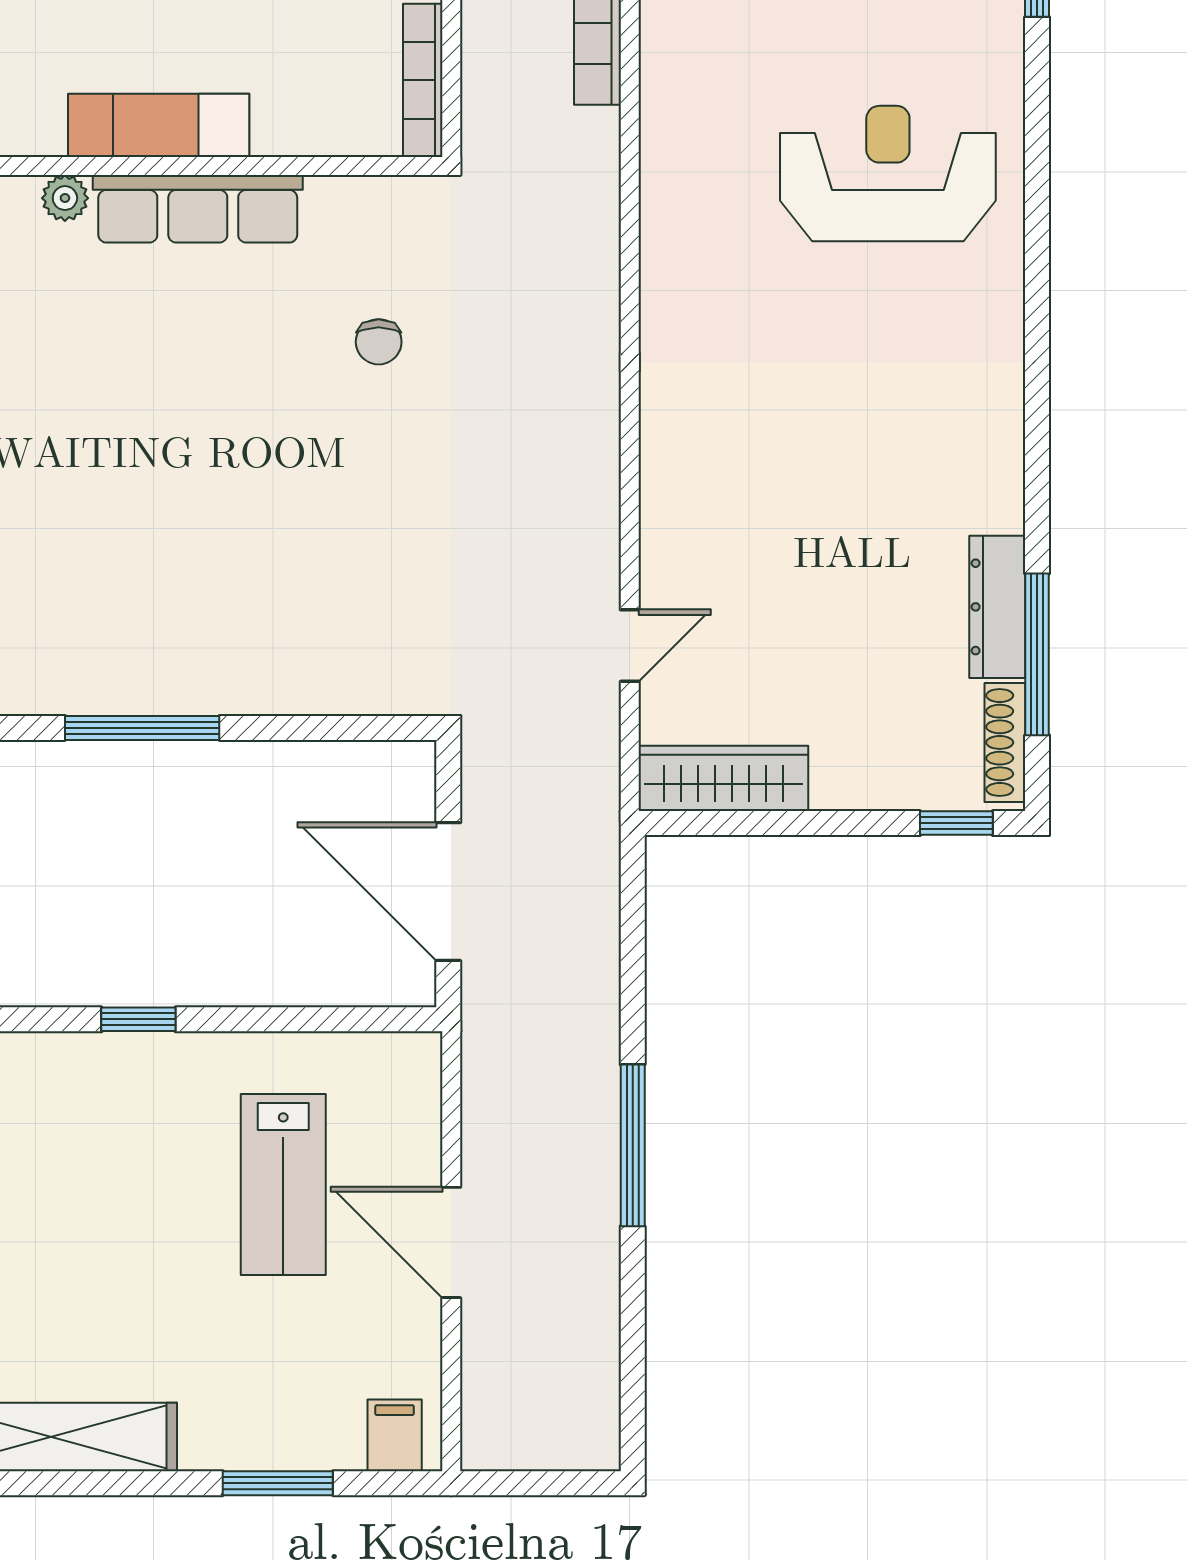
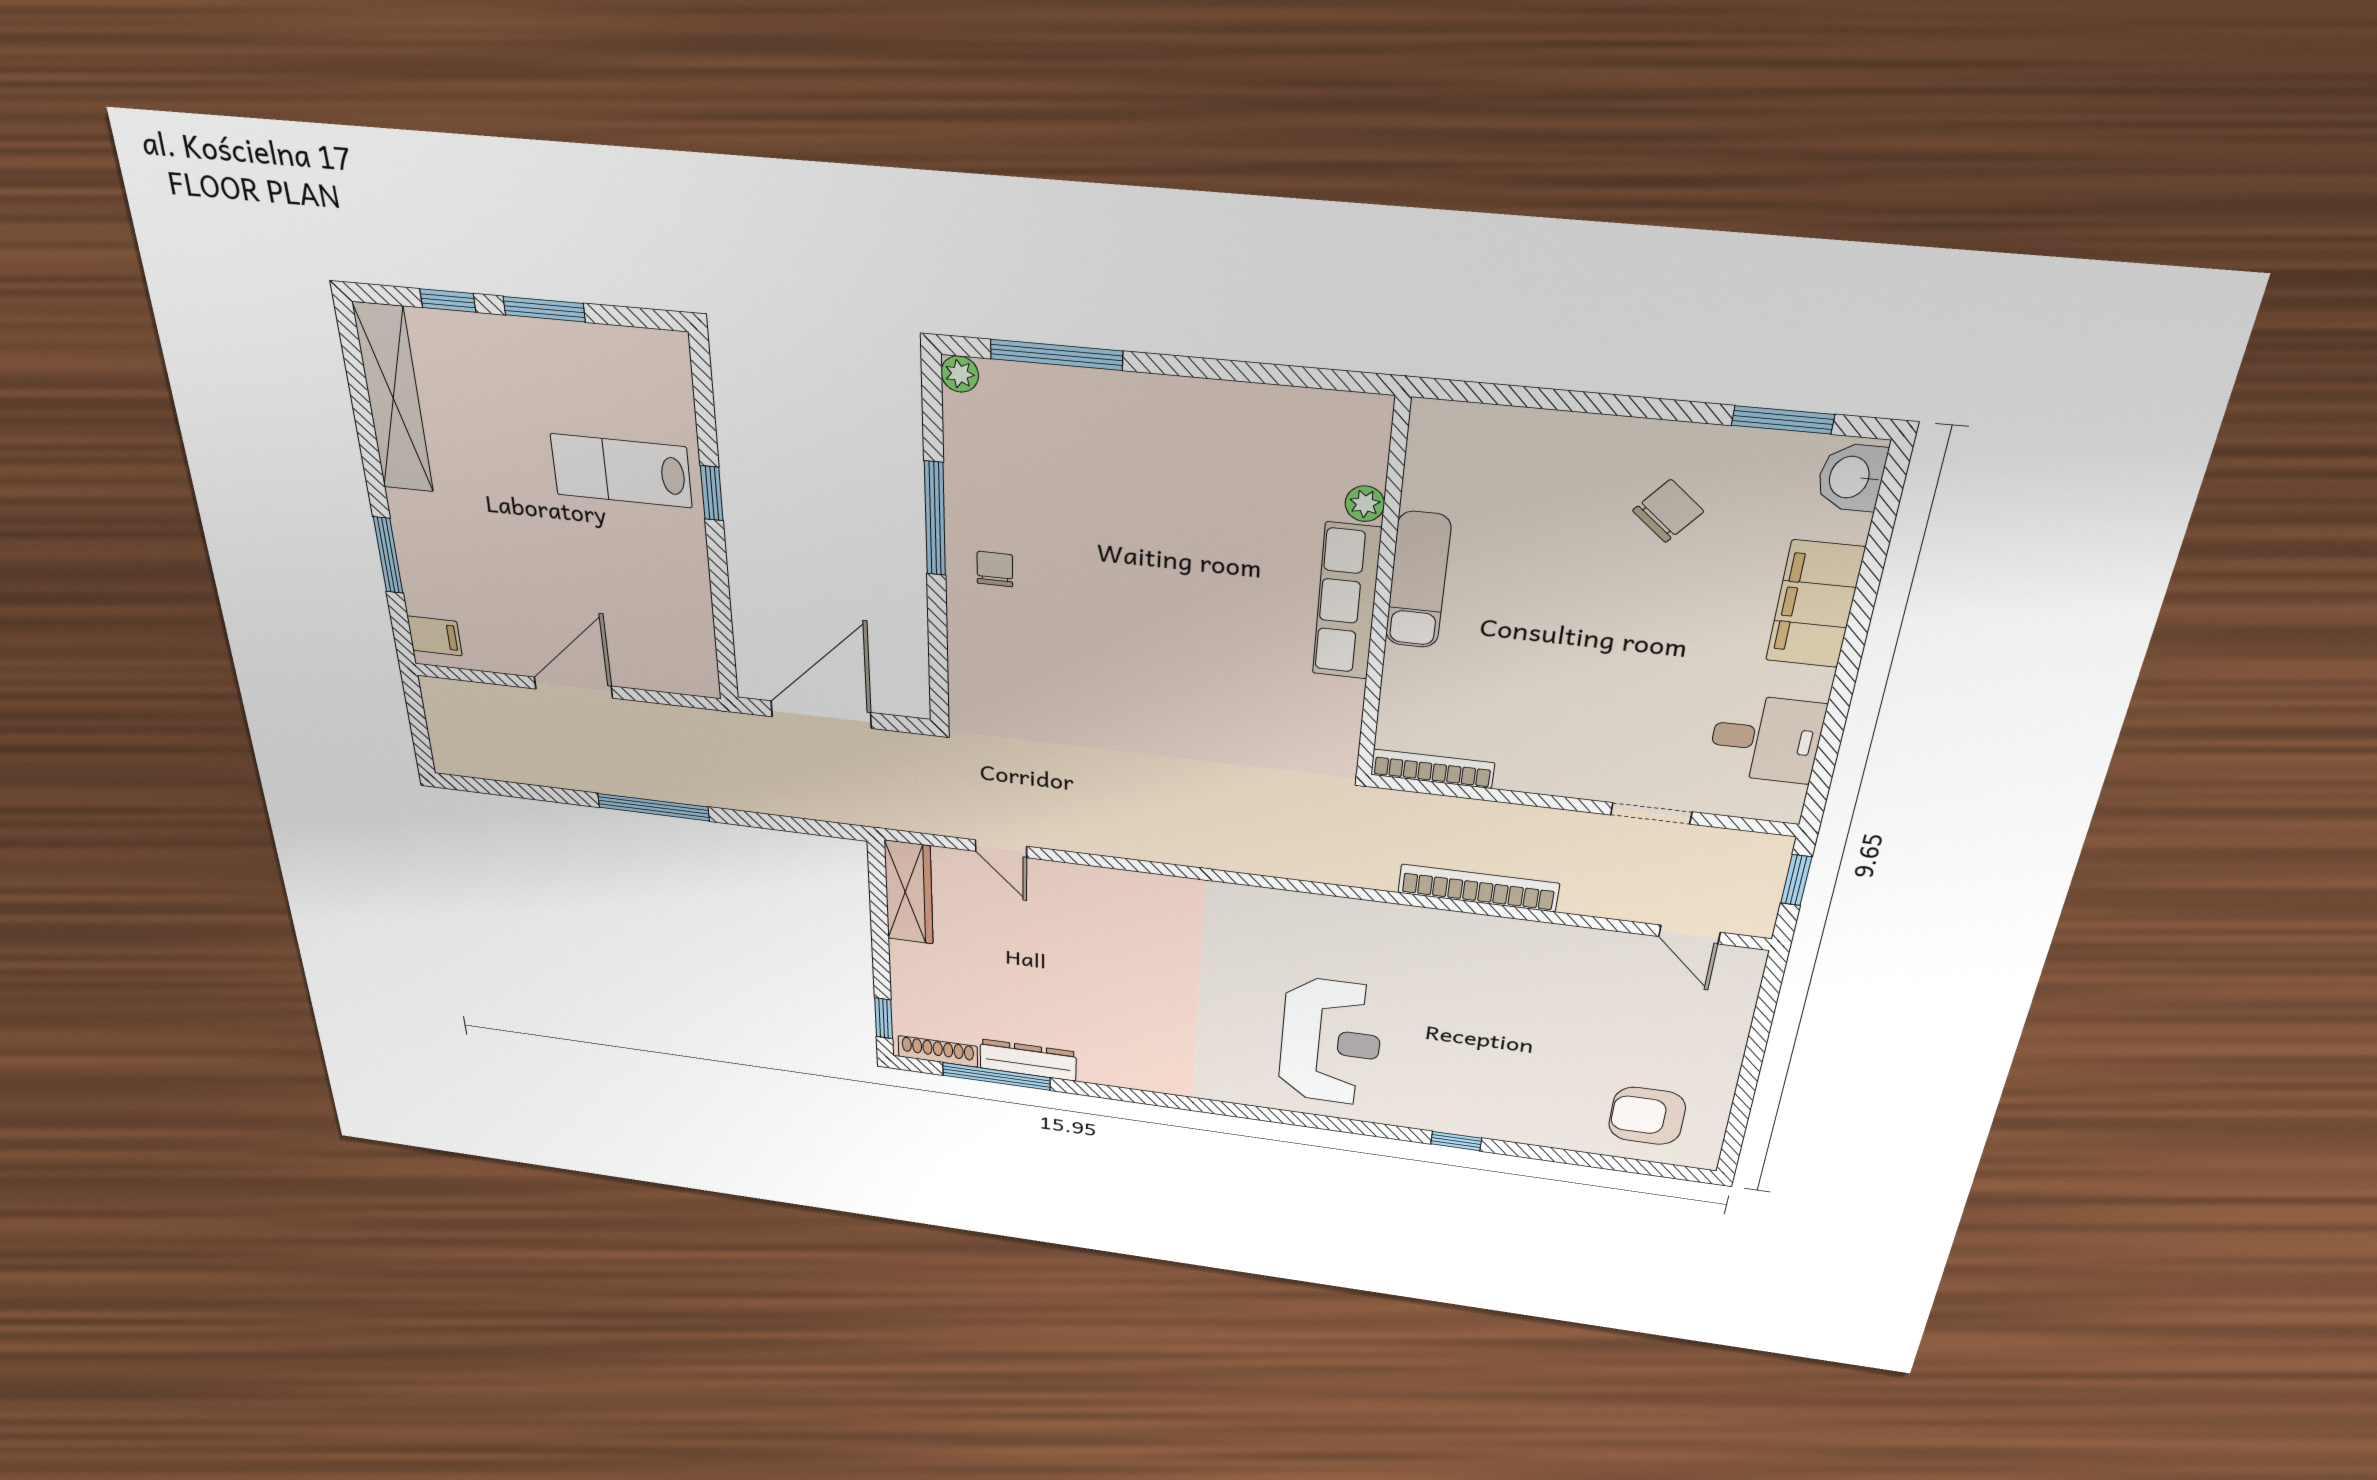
chair: (379, 342) -> (995, 569), moved, turned 90
lab bench: (283, 1185) -> (621, 471), moved

